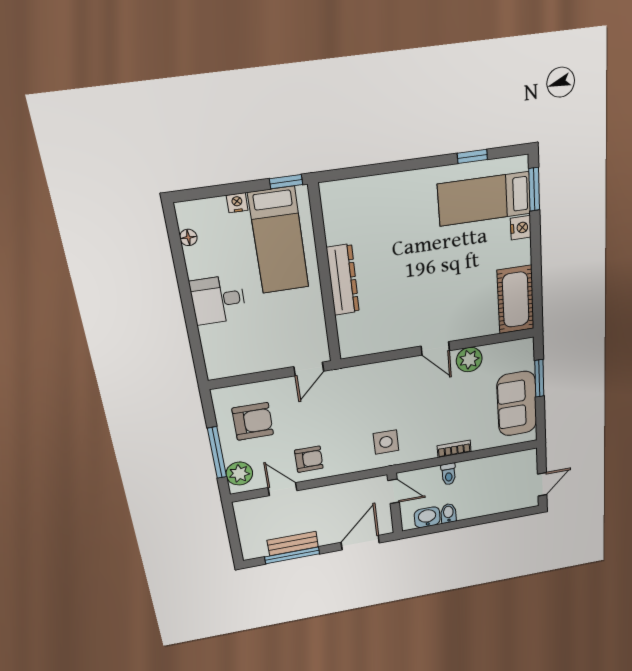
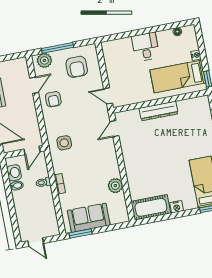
nightstand: (521, 228) -> (177, 207), moved
door: (435, 348) -> (114, 129), moved
window: (539, 378) -> (81, 233), moved

